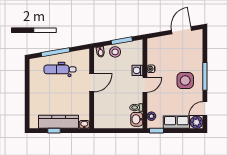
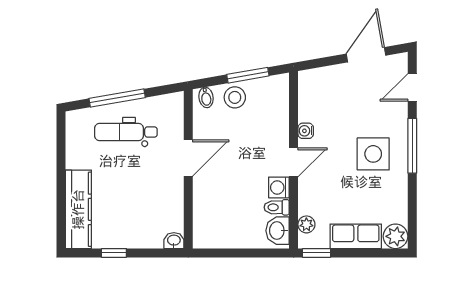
washing machine: (137, 70) -> (279, 187), moved
door: (205, 109) -> (412, 87), moved
kitchen counter: (58, 122) -> (78, 209), moved, turned 90

